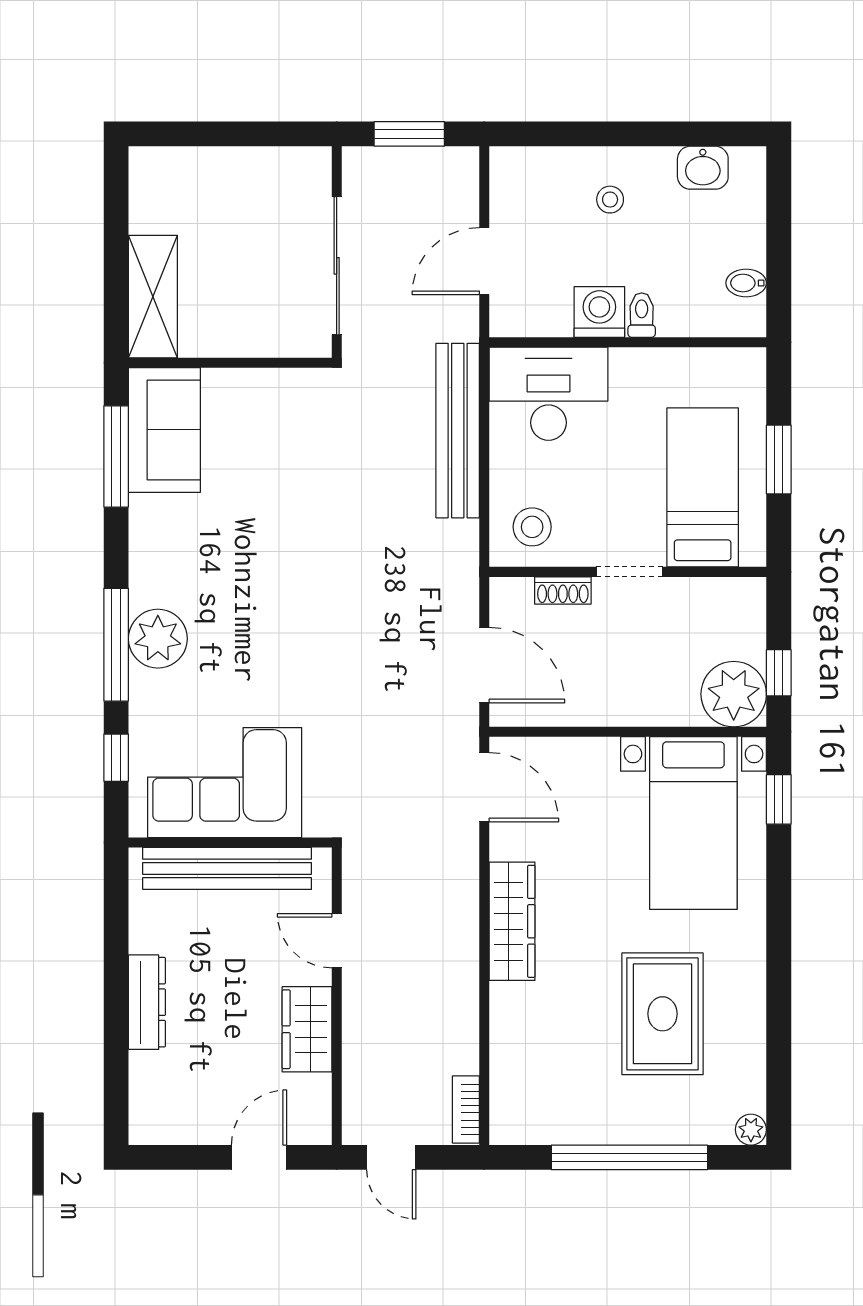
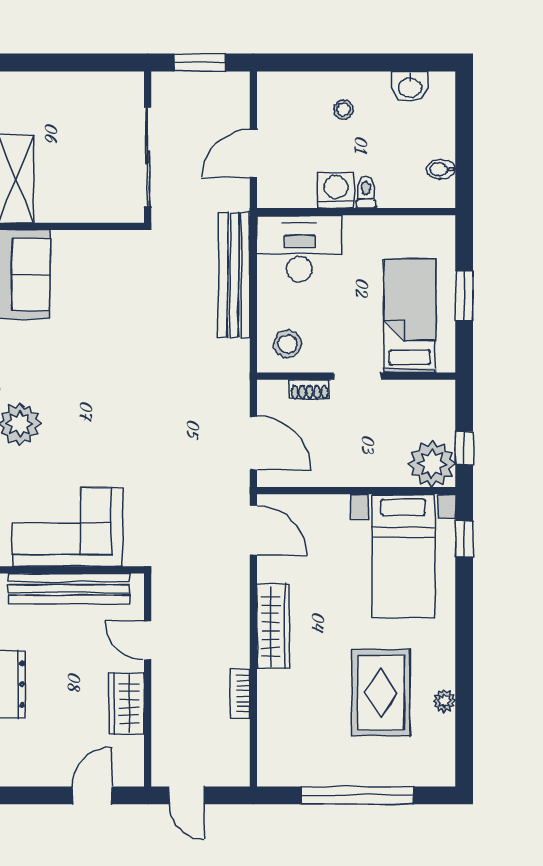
bookcase: (466, 1109) -> (240, 694), moved
plant: (751, 1130) -> (444, 701), moved

